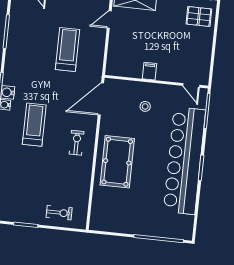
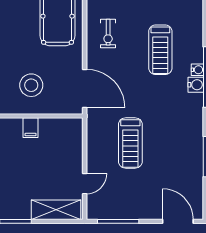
door: (101, 99) -> (85, 88), hinge flipped
stool: (145, 106) -> (31, 85), width x1.89, depth x1.89

